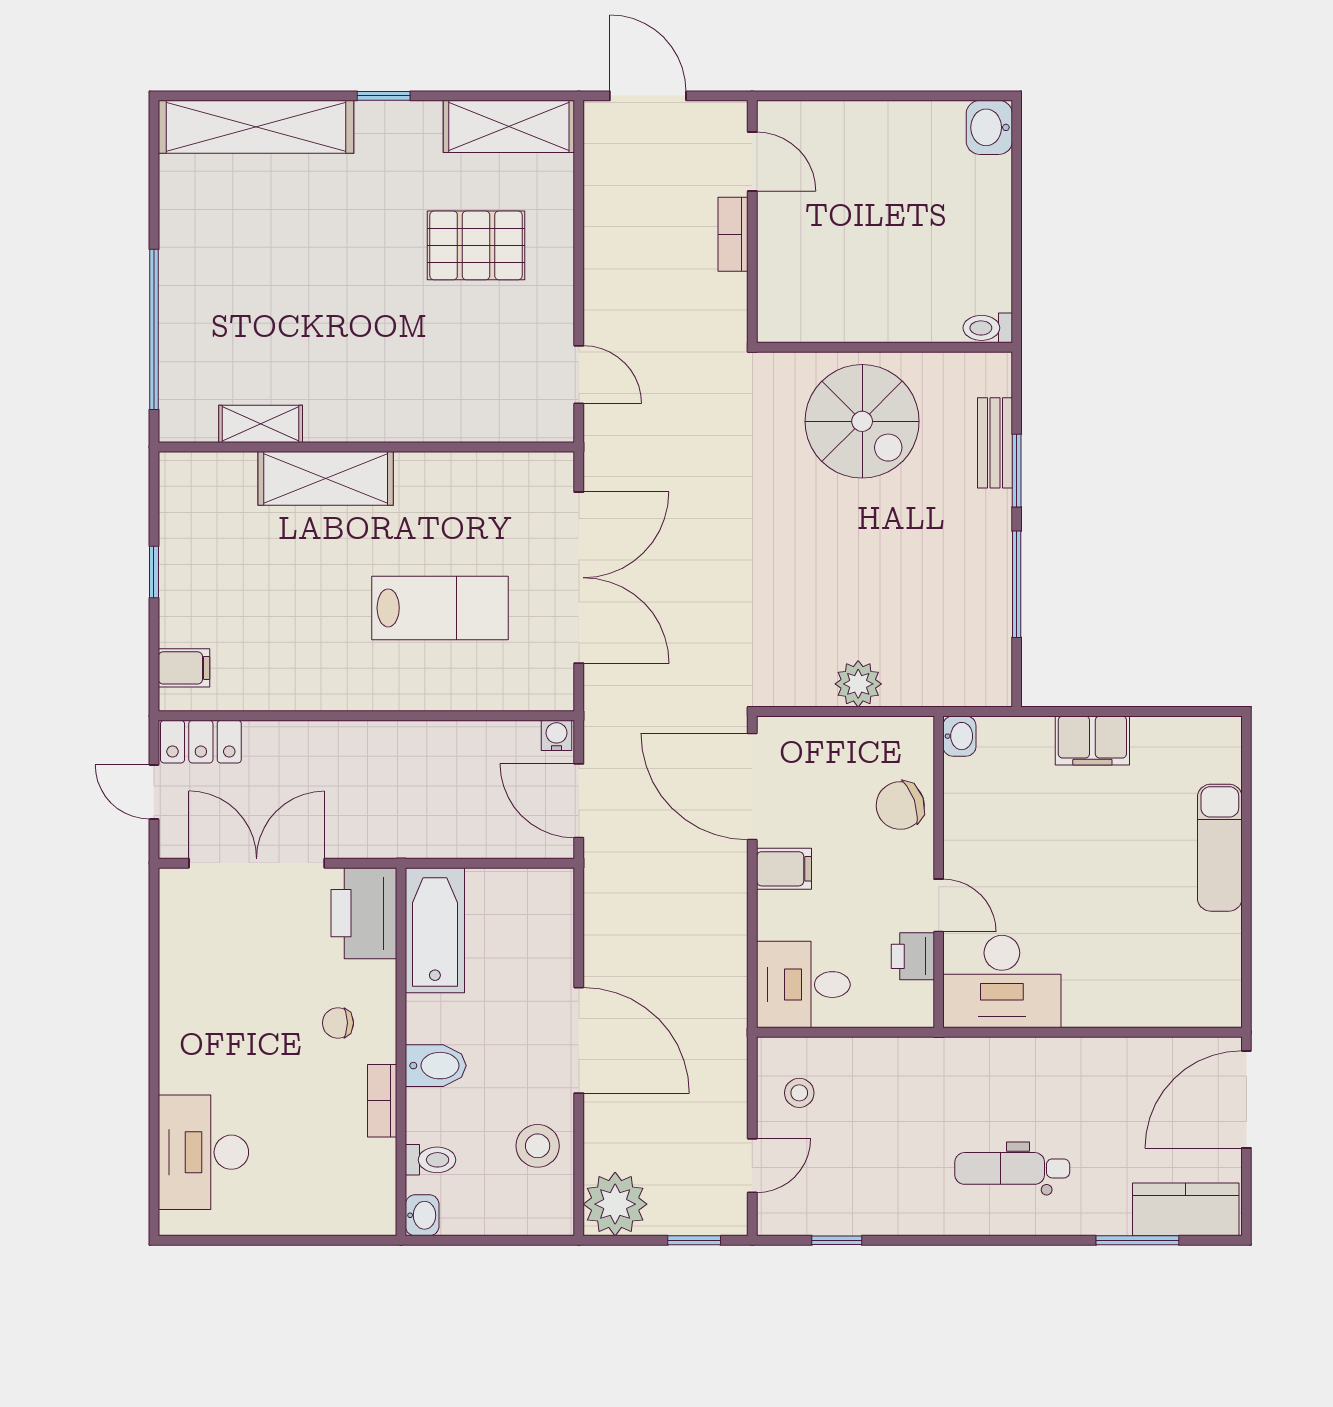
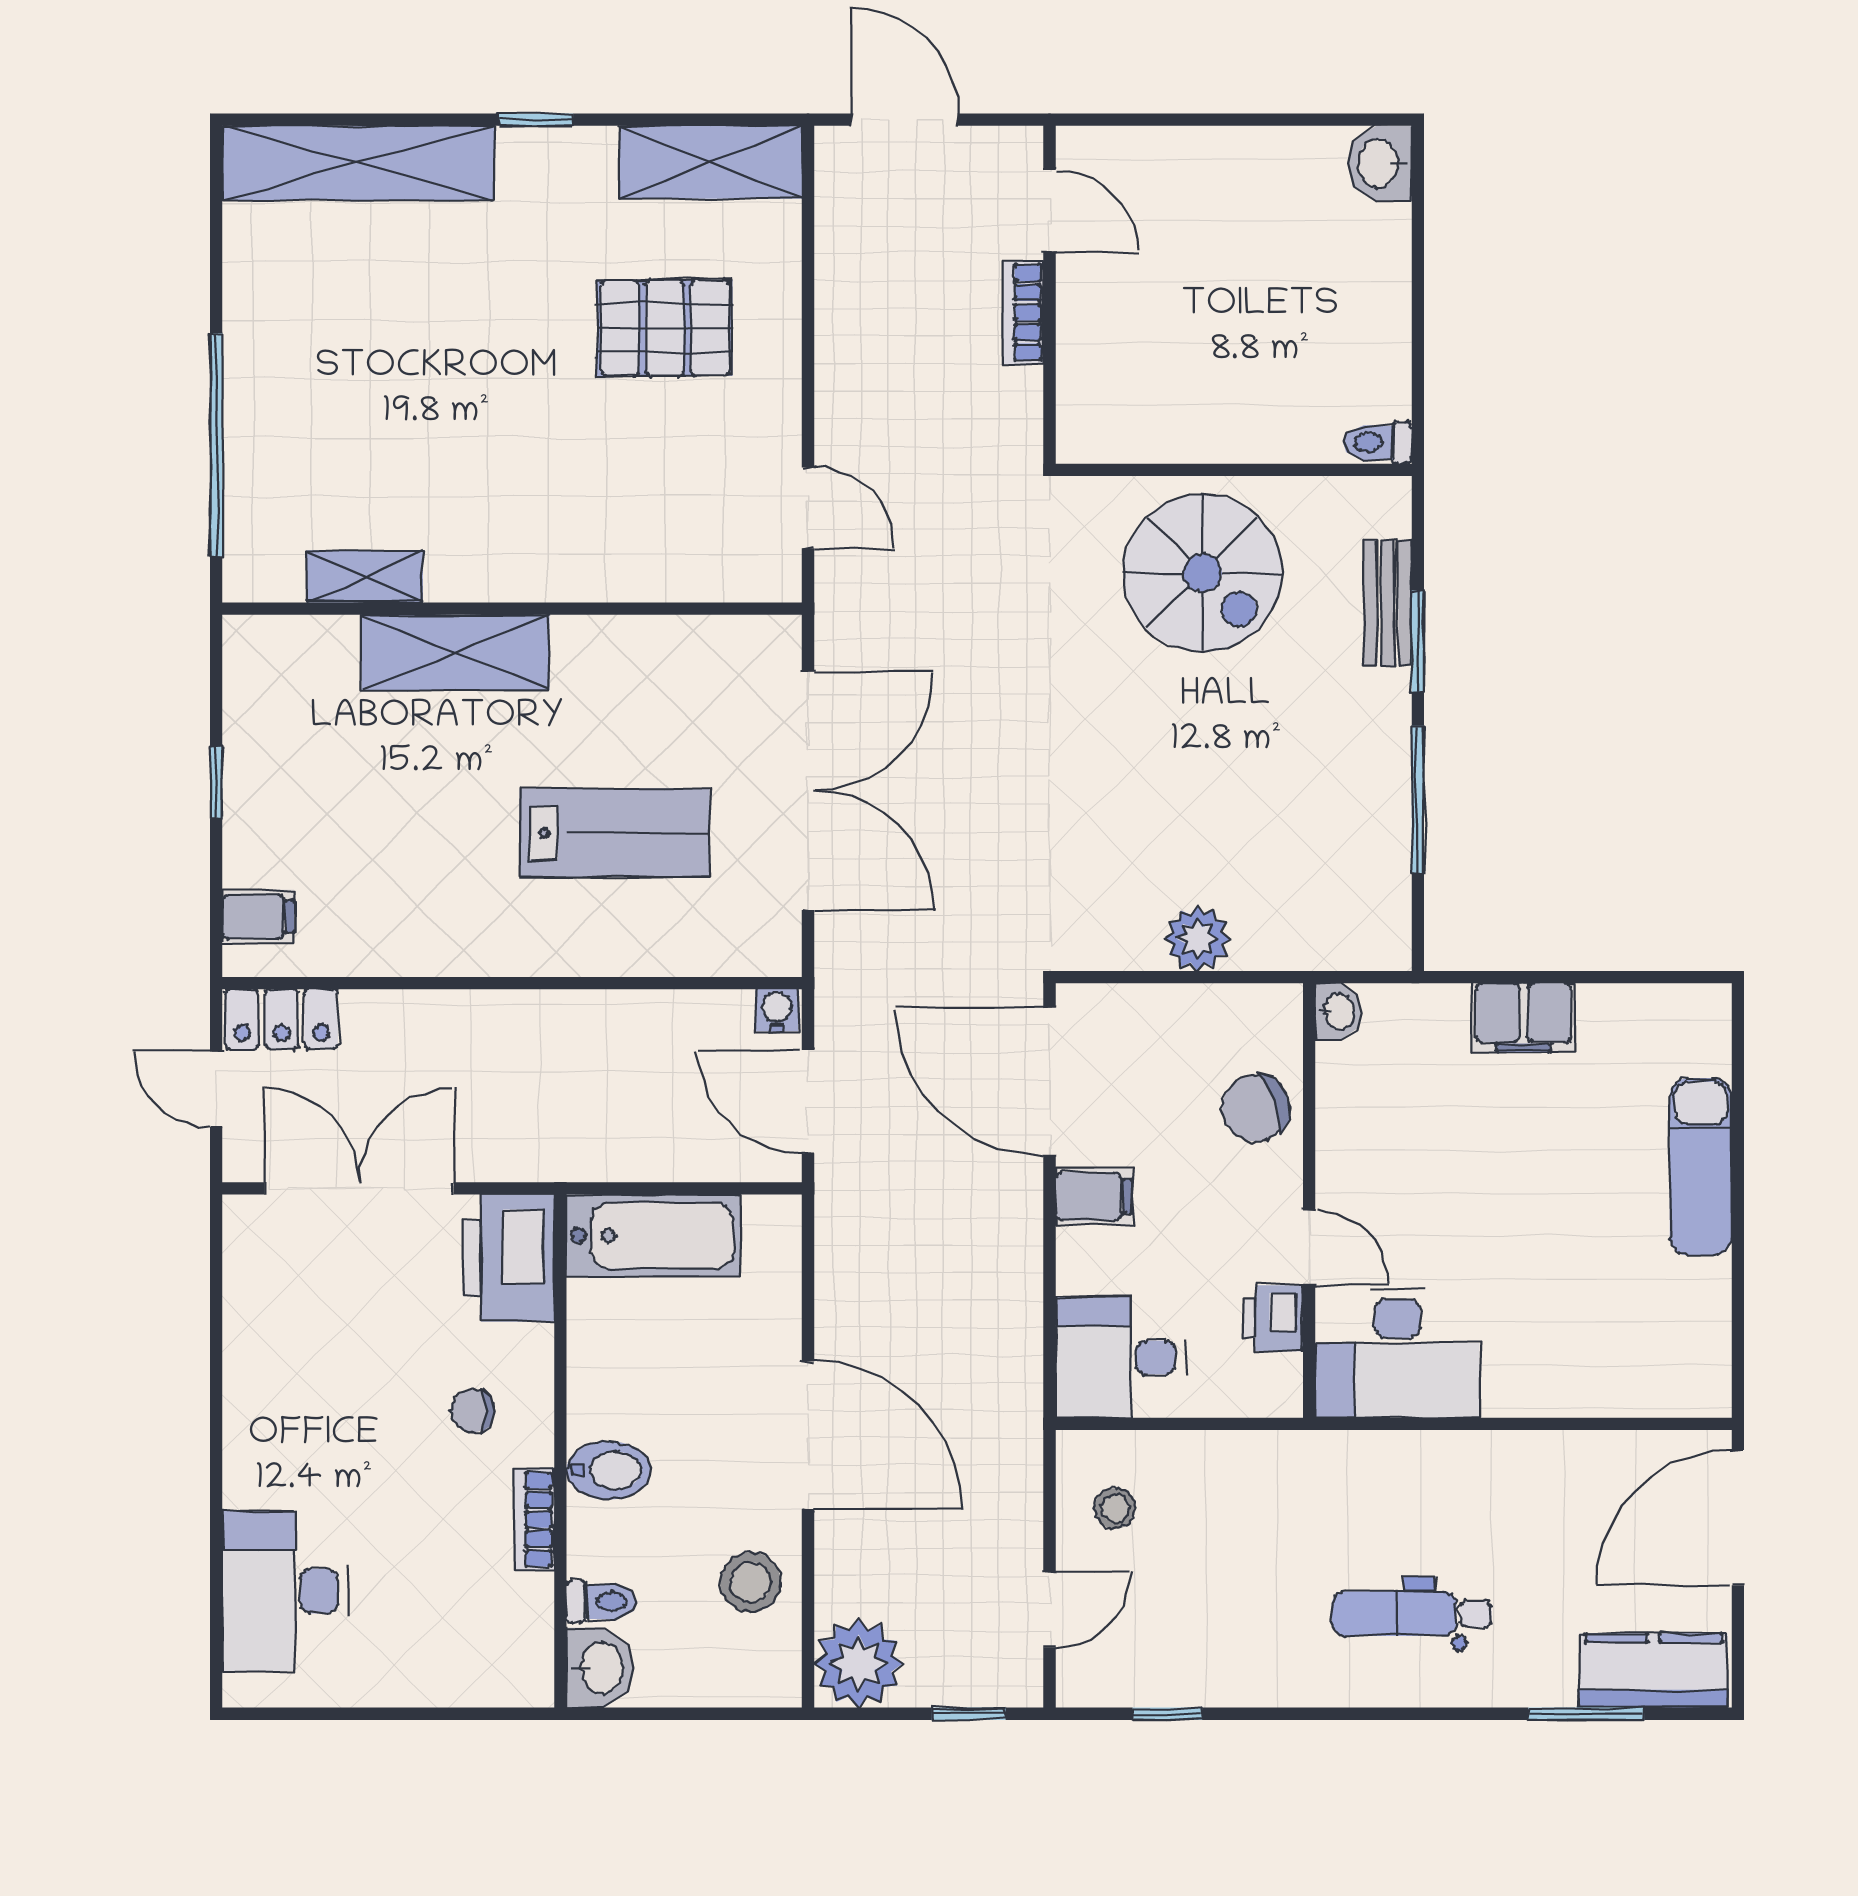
bathtub: (435, 930) -> (654, 1236), moved, turned 90
washbasin: (422, 1215) -> (600, 1668), width x1.38, depth x1.45

